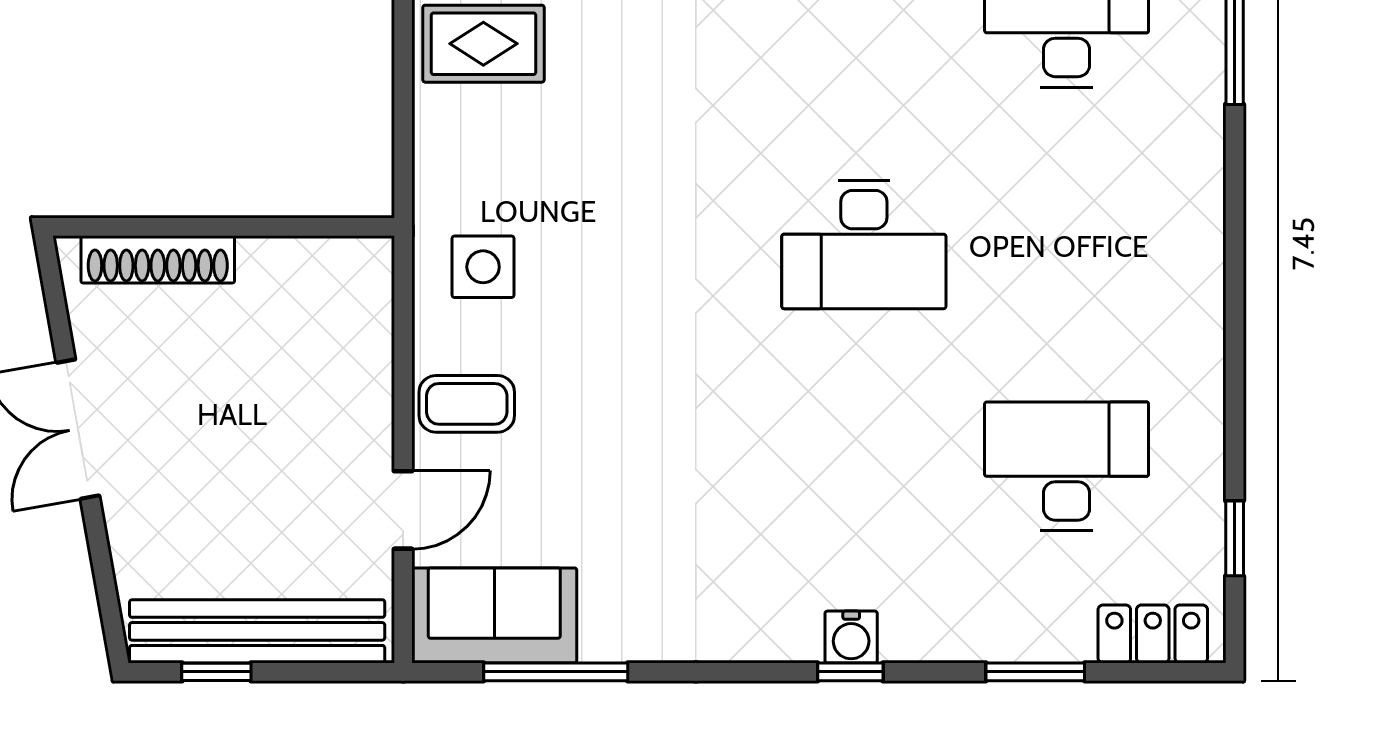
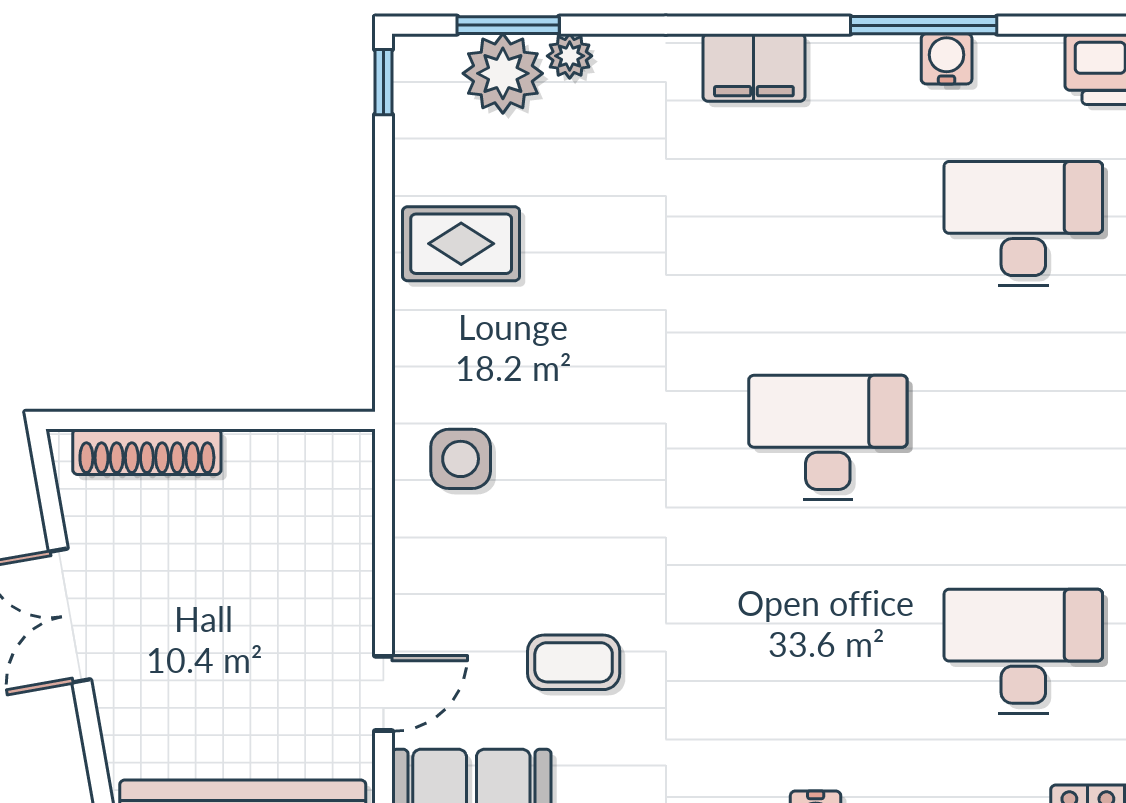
desk: (864, 244) -> (828, 437), turned 180
coffee table: (467, 404) -> (574, 662), moved

